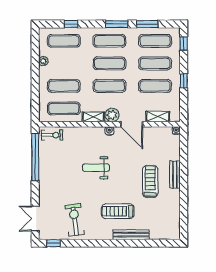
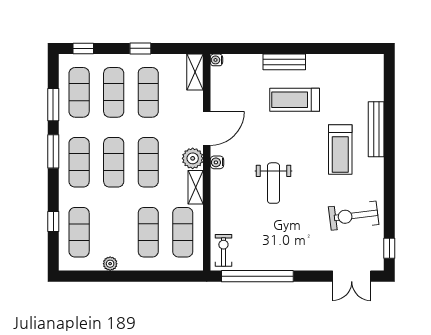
shelving: (158, 117) -> (195, 72), moved

